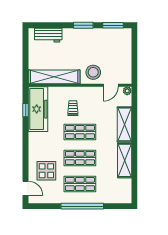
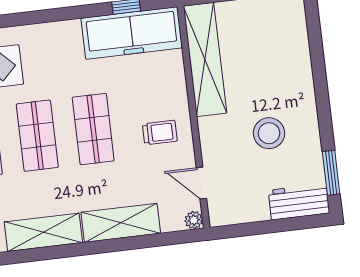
window: (83, 25) -> (323, 109), removed
workbench: (48, 35) -> (299, 202), moved, turned 90
stool: (93, 72) -> (269, 133), moved
trolley: (73, 108) -> (160, 133), moved

